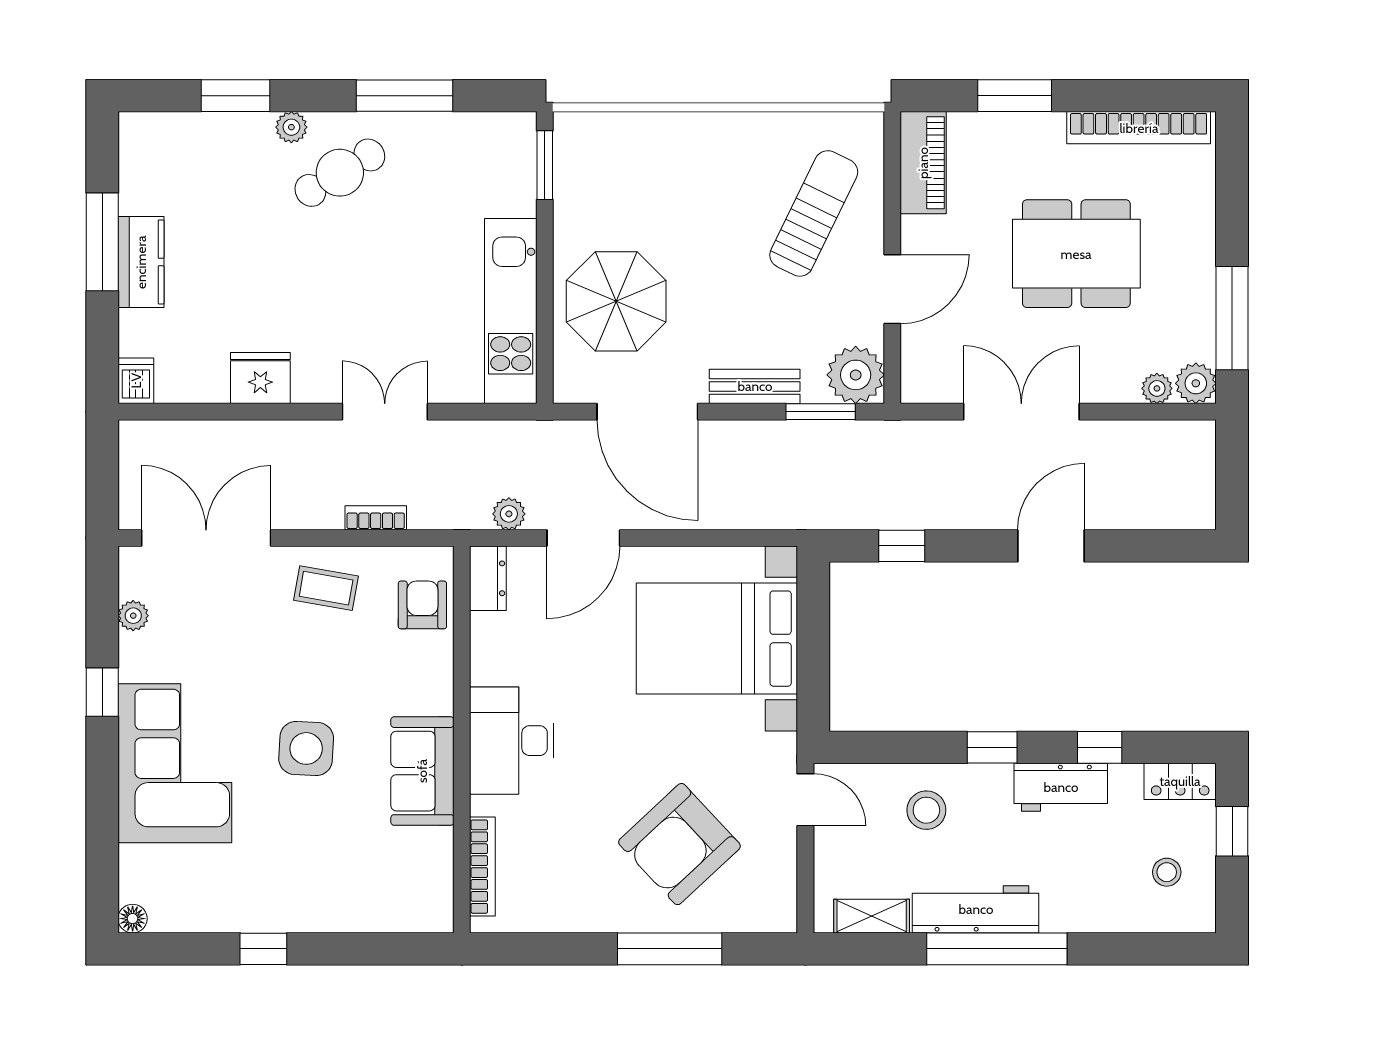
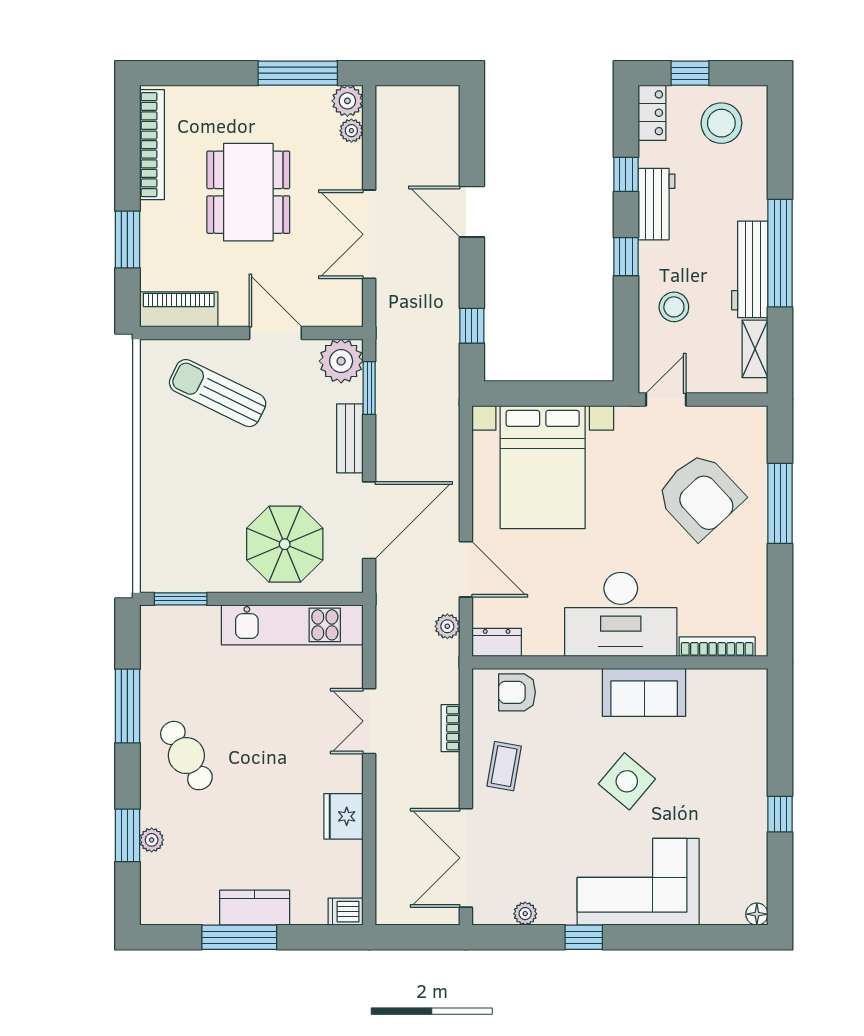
plant: (291, 127) -> (152, 840), moved
desk: (512, 741) -> (621, 614), width x1.36, depth x1.30
side table: (306, 748) -> (627, 781), turned 37
stool: (1167, 872) -> (721, 123), width x1.89, depth x1.89

